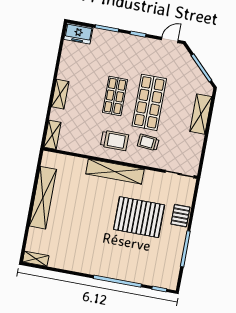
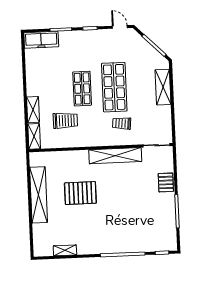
freezer: (78, 33) -> (41, 40), width x1.40
door: (170, 40) -> (120, 27), hinge flipped
shelving: (60, 94) -> (33, 110), moved
trolley: (114, 140) -> (65, 121), moved
shelving: (115, 172) -> (115, 156), moved
pallet: (139, 217) -> (80, 193), moved, width x0.73, depth x0.71
shelving: (36, 259) -> (65, 250), moved

